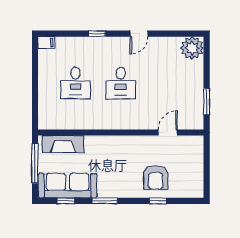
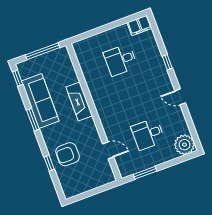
filing cabinet: (46, 43) -> (139, 25), width x2.00
desk: (121, 83) -> (148, 134), moved
fireplace: (63, 144) -> (79, 101), moved
sofa: (68, 186) -> (40, 101), moved
window: (66, 201) -> (18, 78), moved

